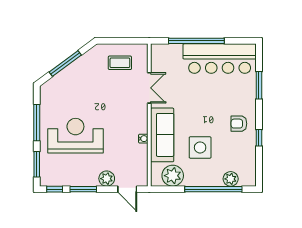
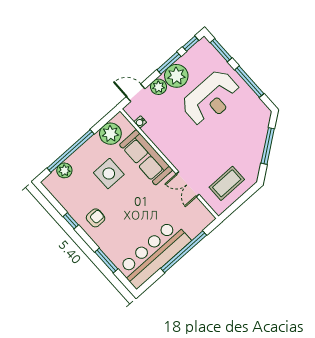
coffee table: (120, 63) -> (227, 183), width x1.36, depth x1.30
water cooler: (143, 139) -> (140, 122), moved
plant: (86, 175) -> (176, 76), added

